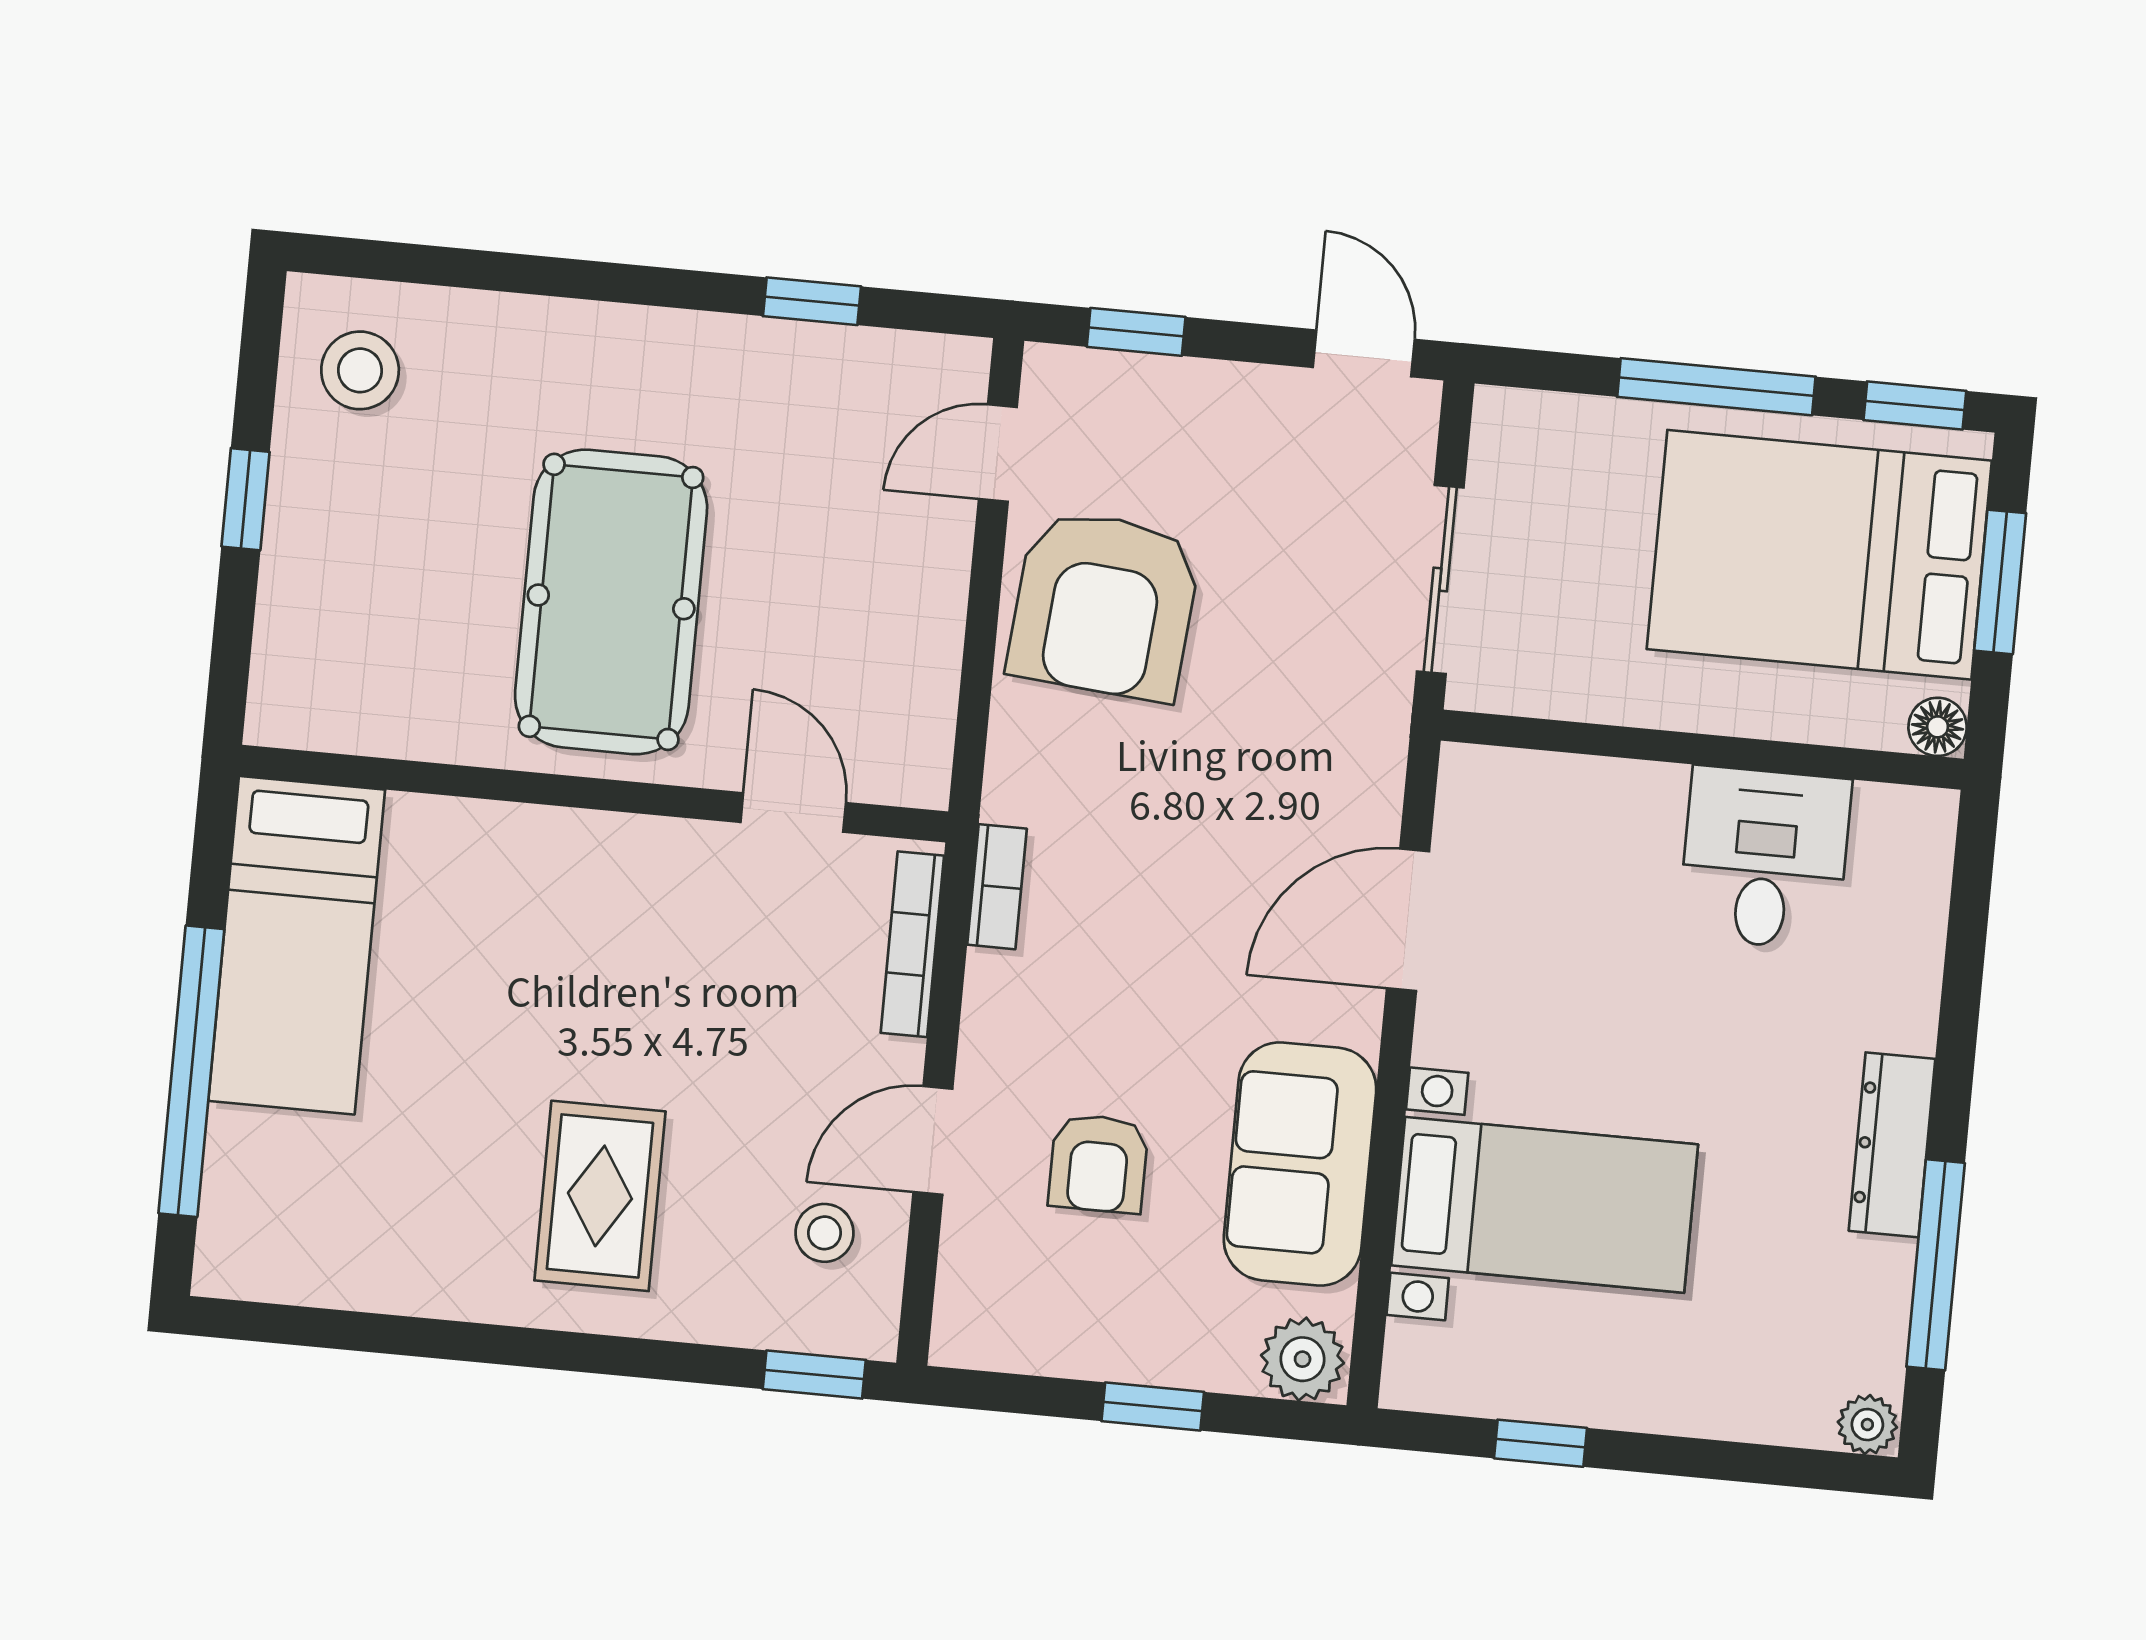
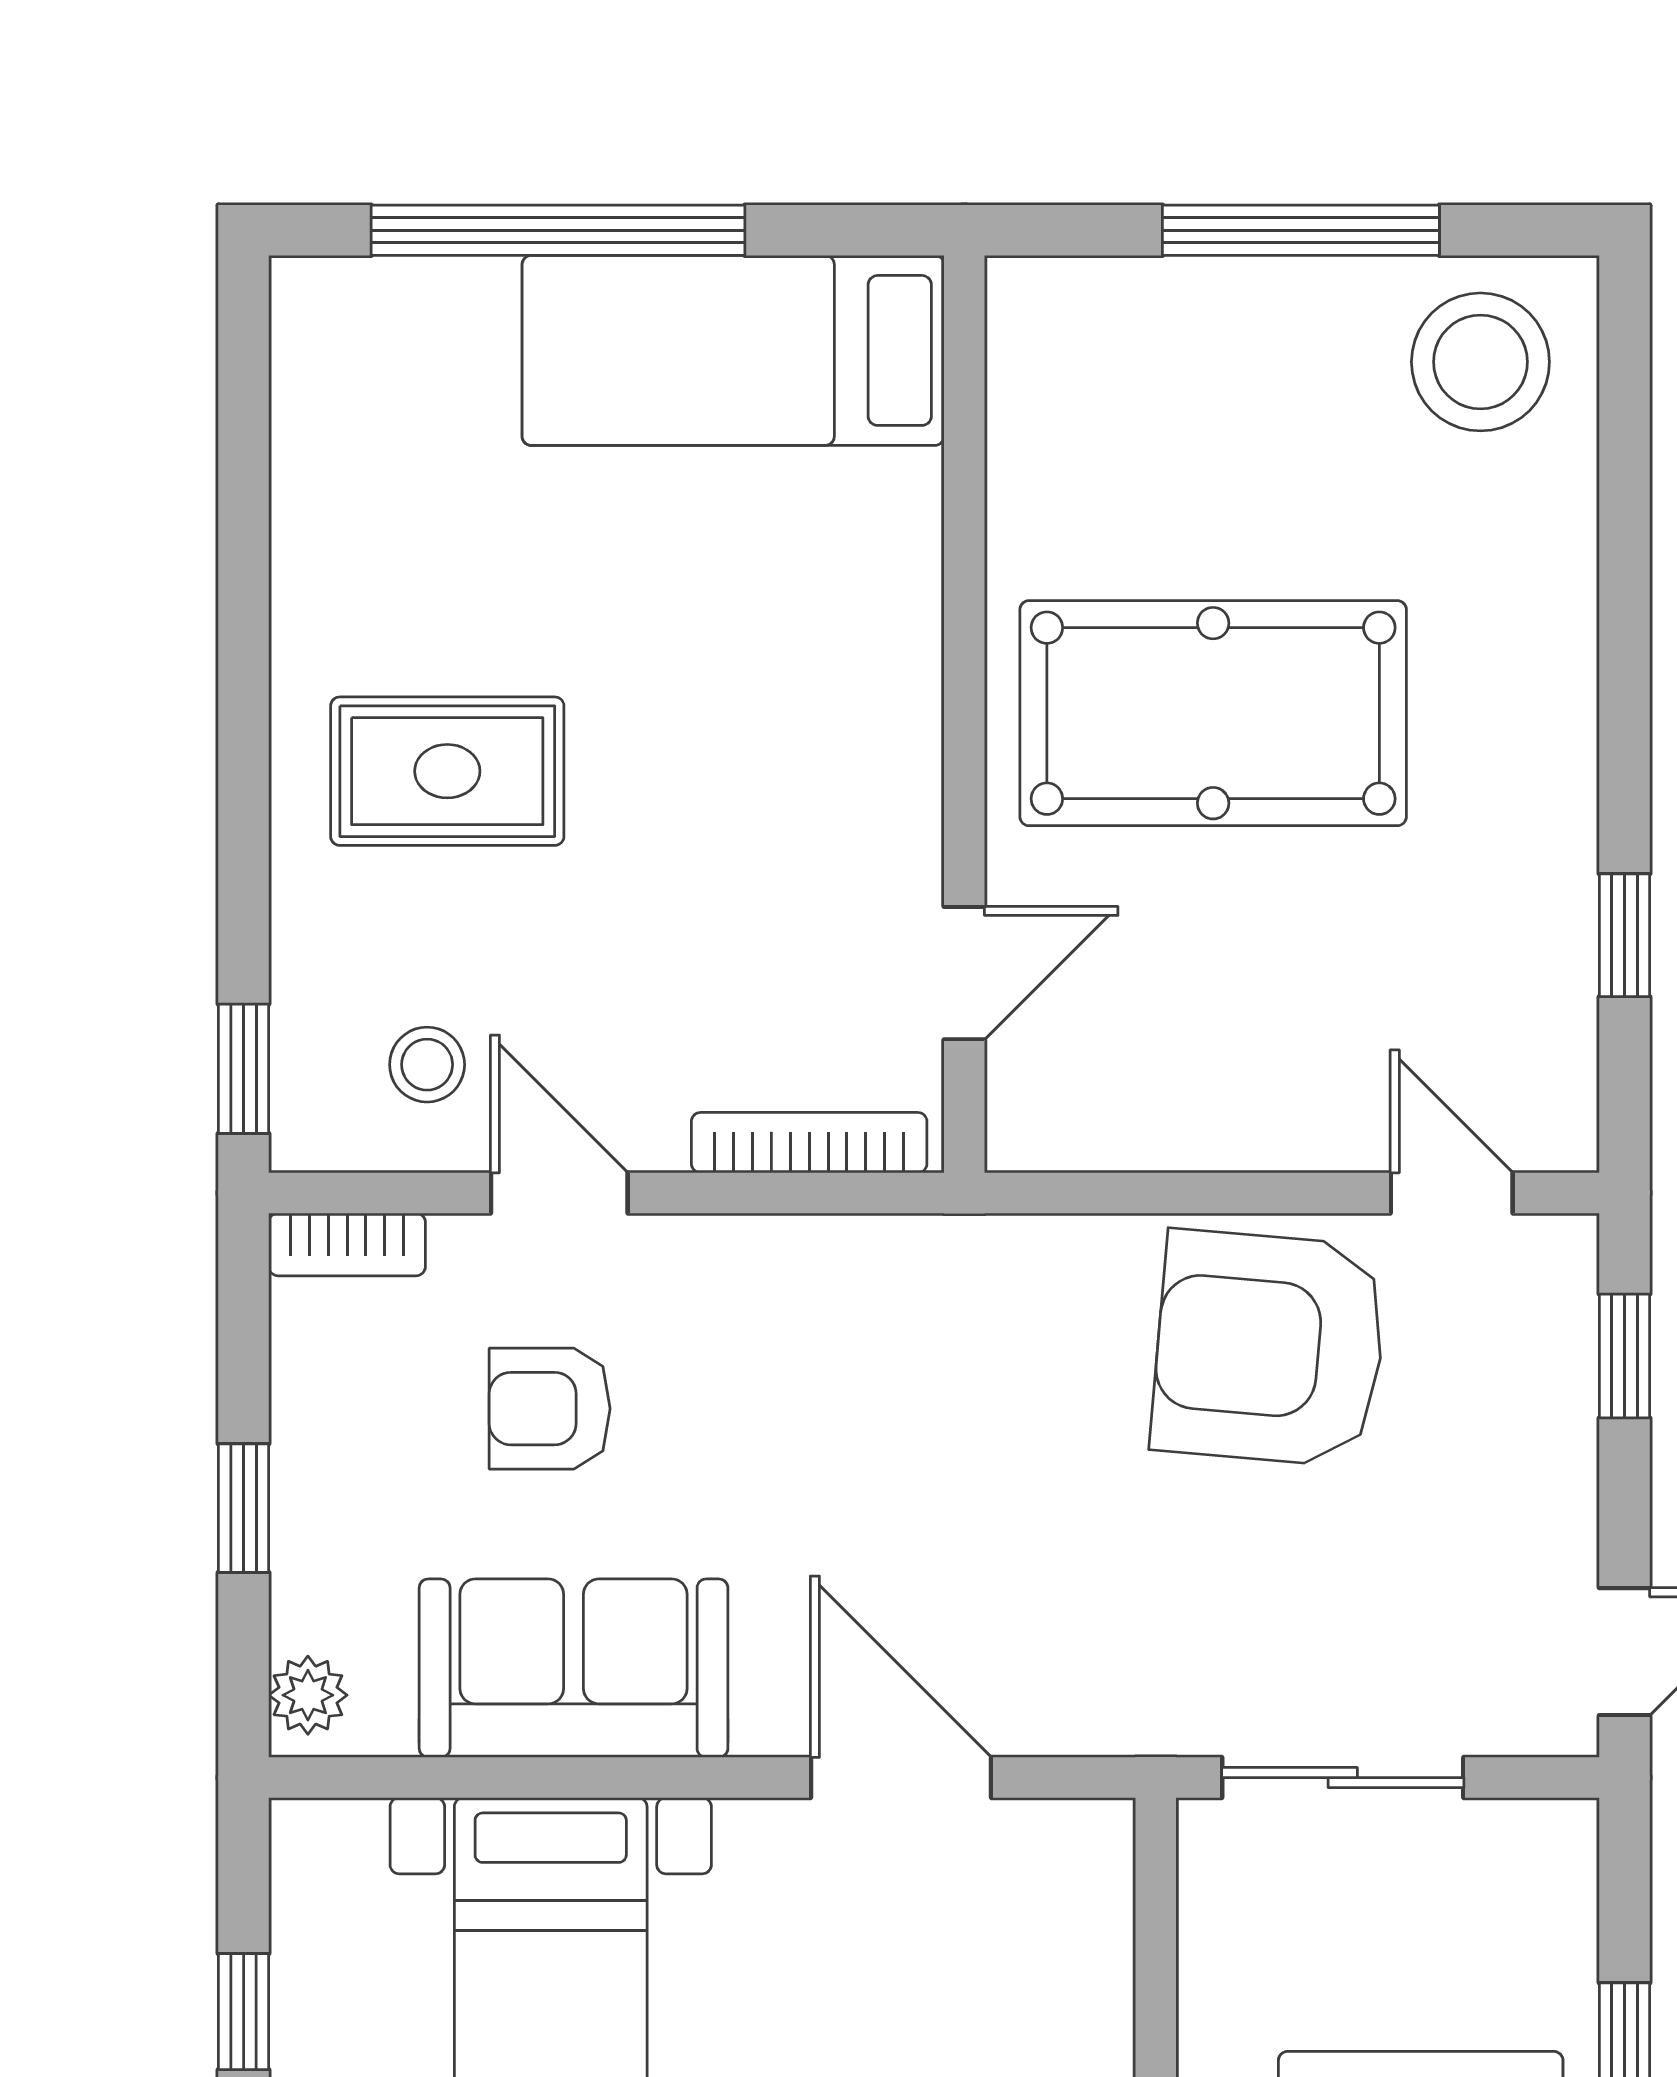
stool: (360, 370) -> (1480, 362), width x1.38, depth x1.38
window: (246, 499) -> (1301, 230), width x2.17
bookcase: (997, 887) -> (347, 1244), moved
plant: (1303, 1359) -> (308, 1695), width x0.73, depth x0.73

